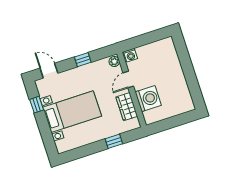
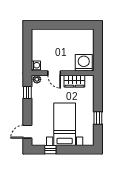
window: (83, 60) -> (27, 93), moved
washing machine: (148, 99) -> (84, 63), moved
window: (114, 141) -> (98, 118), moved

